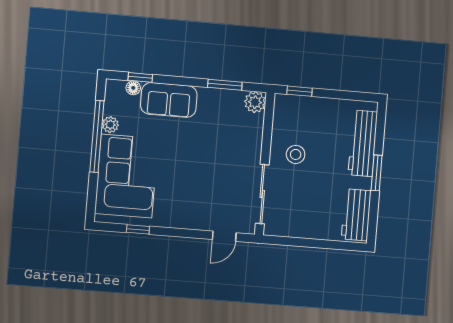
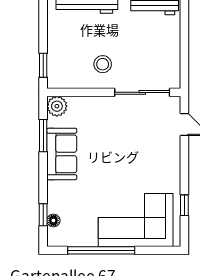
sofa: (169, 100) -> (62, 154), moved
plant: (110, 125) -> (89, 239), removed

